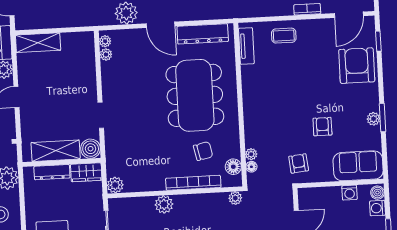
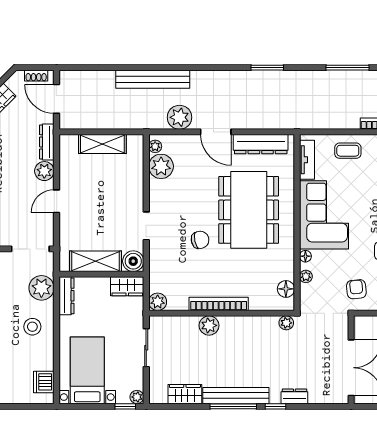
shelving: (38, 43) -> (102, 144), moved
plant: (106, 54) -> (161, 166), width x1.87, depth x1.87
corner sofa: (265, 96) -> (324, 215), added
chair: (203, 151) -> (200, 240), moved
floor lamp: (251, 167) -> (305, 256), moved
dresser: (52, 172) -> (66, 296), moved, turned -90
bookcase: (193, 183) -> (219, 304), moved

